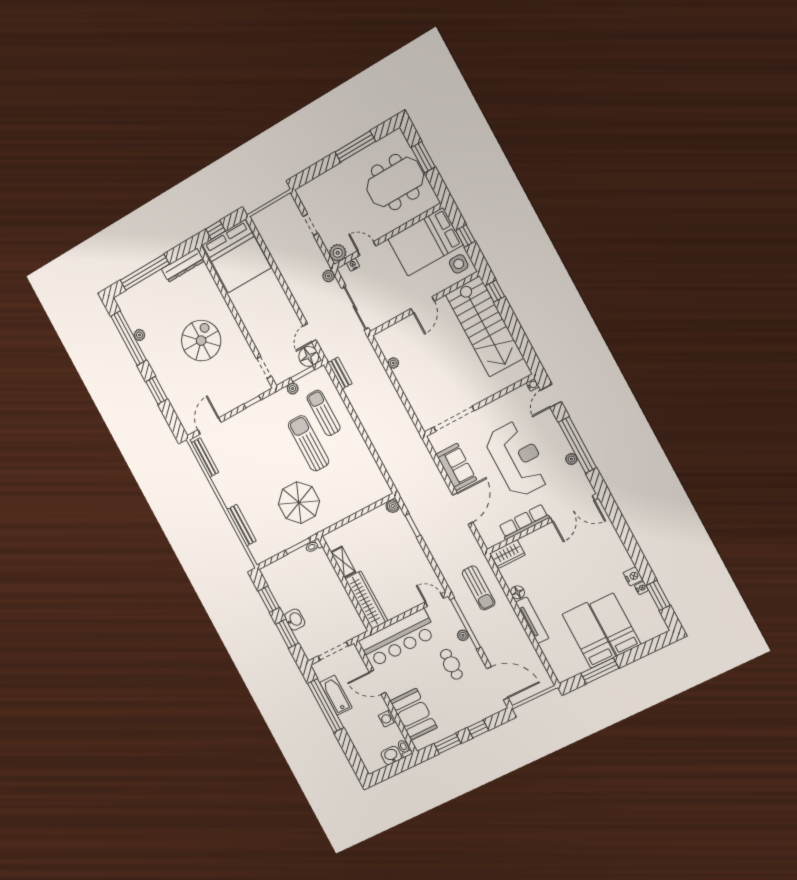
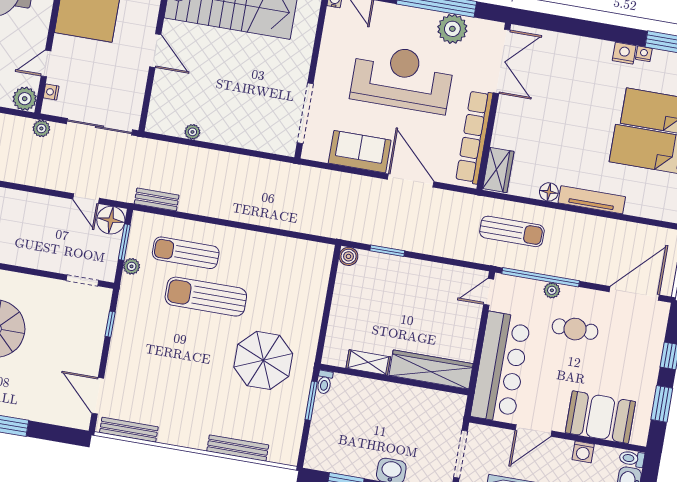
plant: (571, 459) -> (452, 29), width x1.88, depth x1.88
row of seats: (524, 522) -> (474, 137), width x1.36

